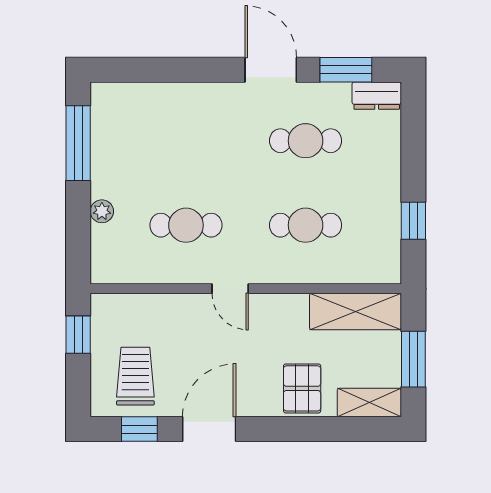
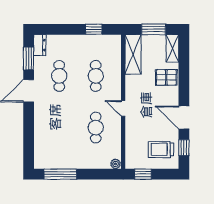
plant: (102, 211) -> (116, 164), moved
door: (230, 289) -> (123, 108), swing flipped

